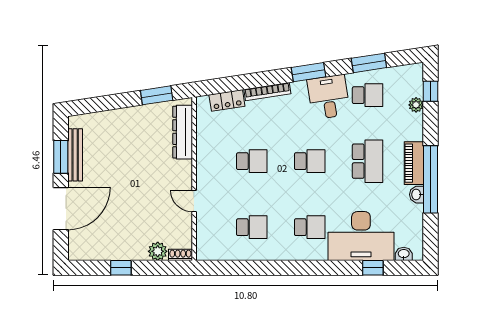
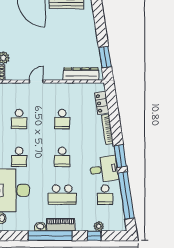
window: (369, 63) -> (126, 196), width x2.11
window: (431, 91) -> (94, 236), moved

